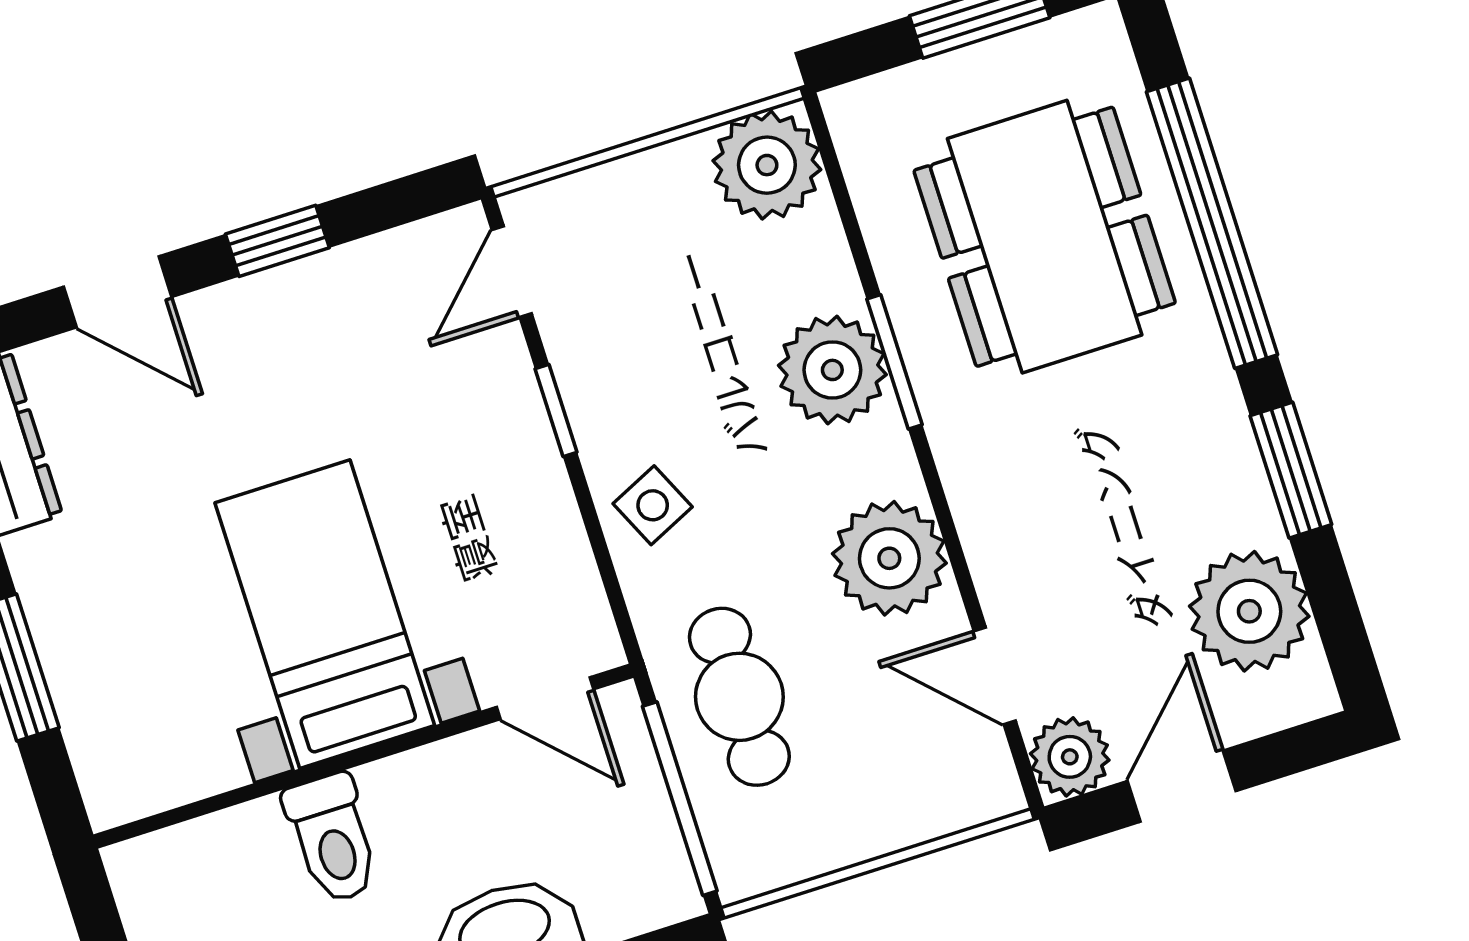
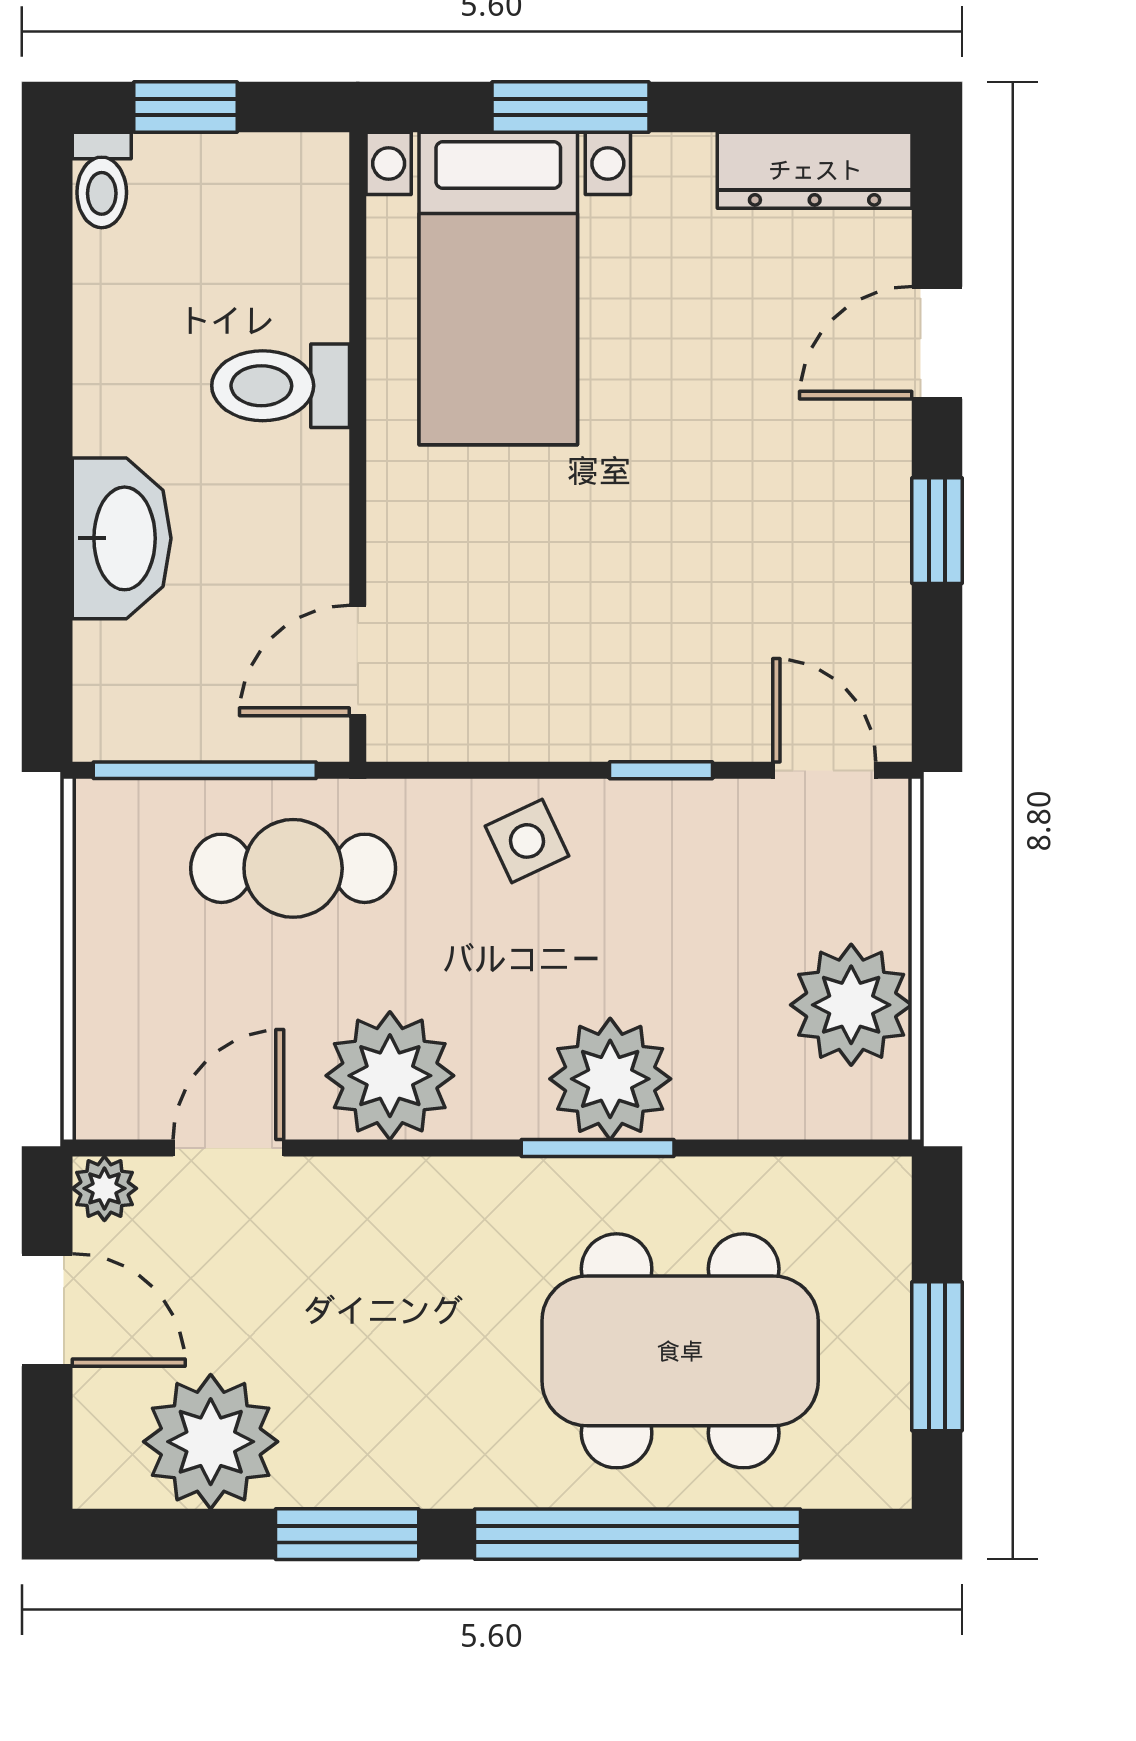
plant: (767, 165) -> (851, 1005), moved
bed with nightstands: (325, 614) -> (498, 289), moved, turned 90
plant: (1070, 757) -> (104, 1188), width x0.73, depth x0.73

